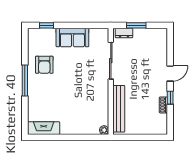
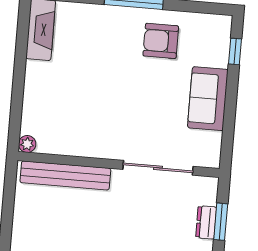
dresser: (124, 33) -> (206, 222), moved

